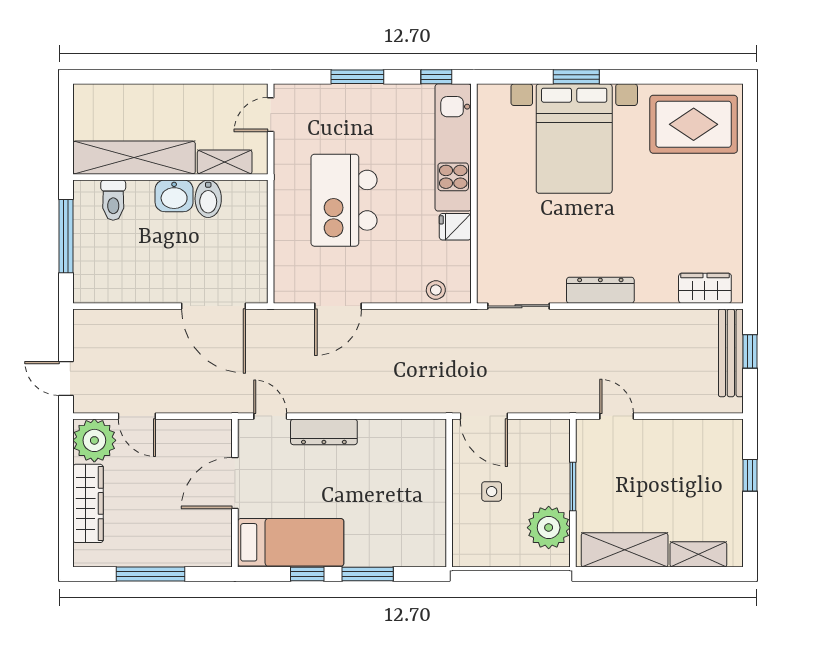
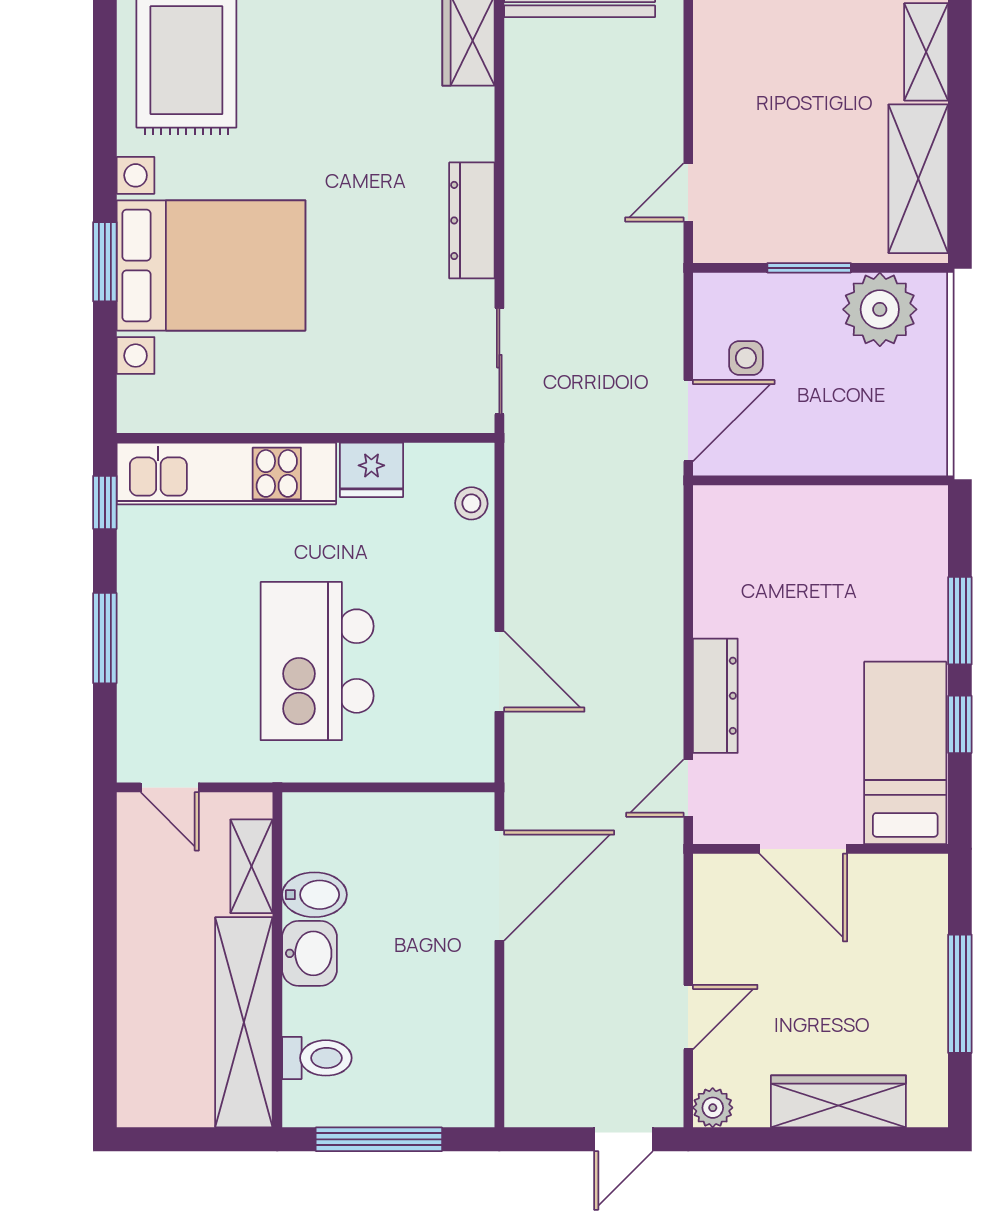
kitchen island: (344, 200) -> (317, 661), turned 90
fridge: (455, 227) -> (371, 470), width x1.38
plant: (94, 440) -> (713, 1108), width x0.53, depth x0.53
side table: (492, 491) -> (746, 358), moved

